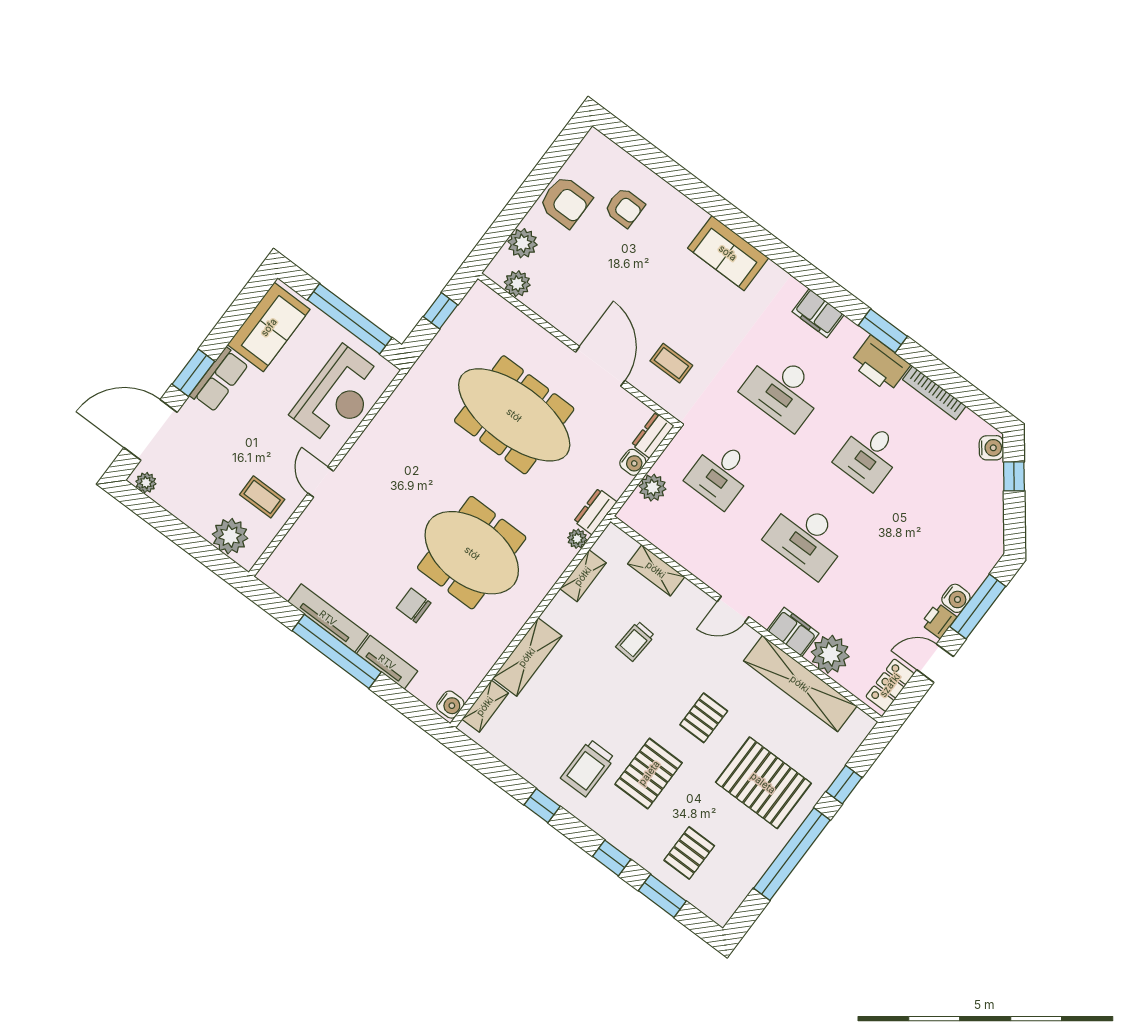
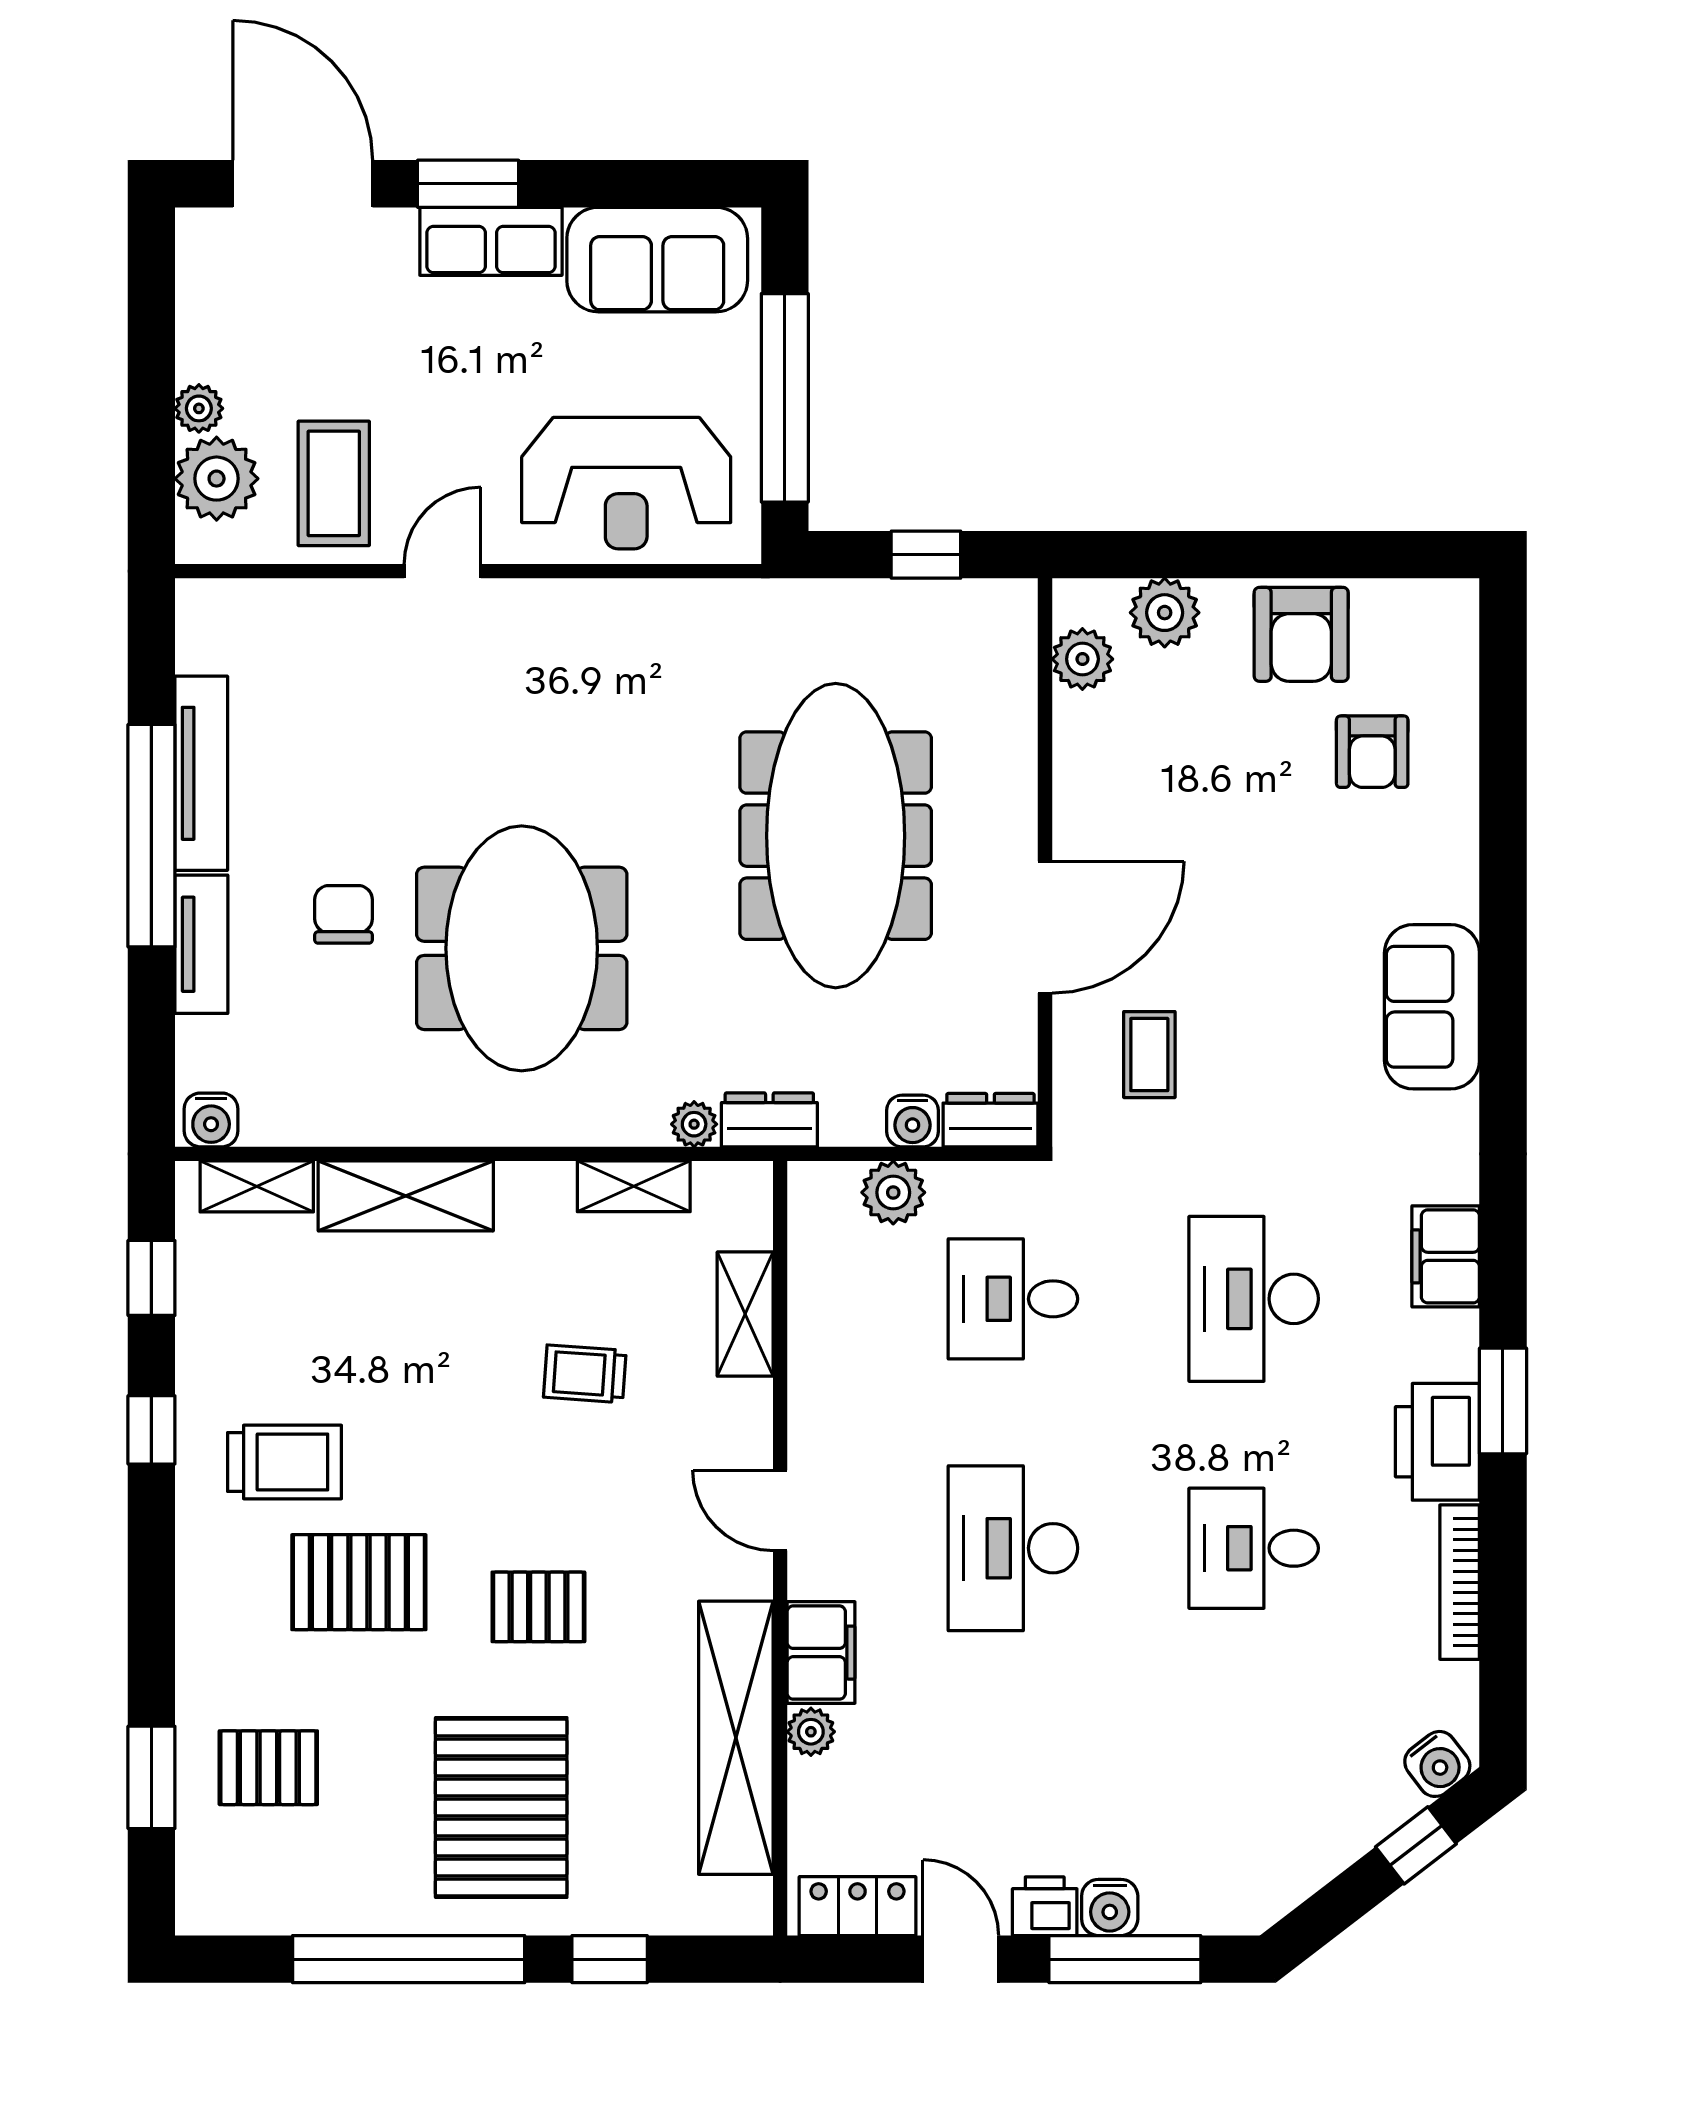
plant: (146, 483) -> (199, 408), moved
coffee table: (262, 497) -> (334, 483), width x1.36, depth x1.30
plant: (830, 654) -> (811, 1732), width x0.53, depth x0.53
trolley: (588, 768) -> (284, 1462), turned 180
window: (612, 858) -> (151, 1278), moved

